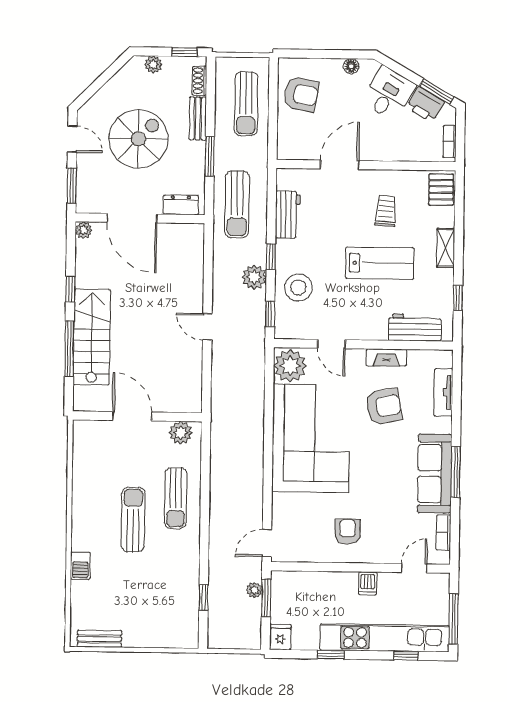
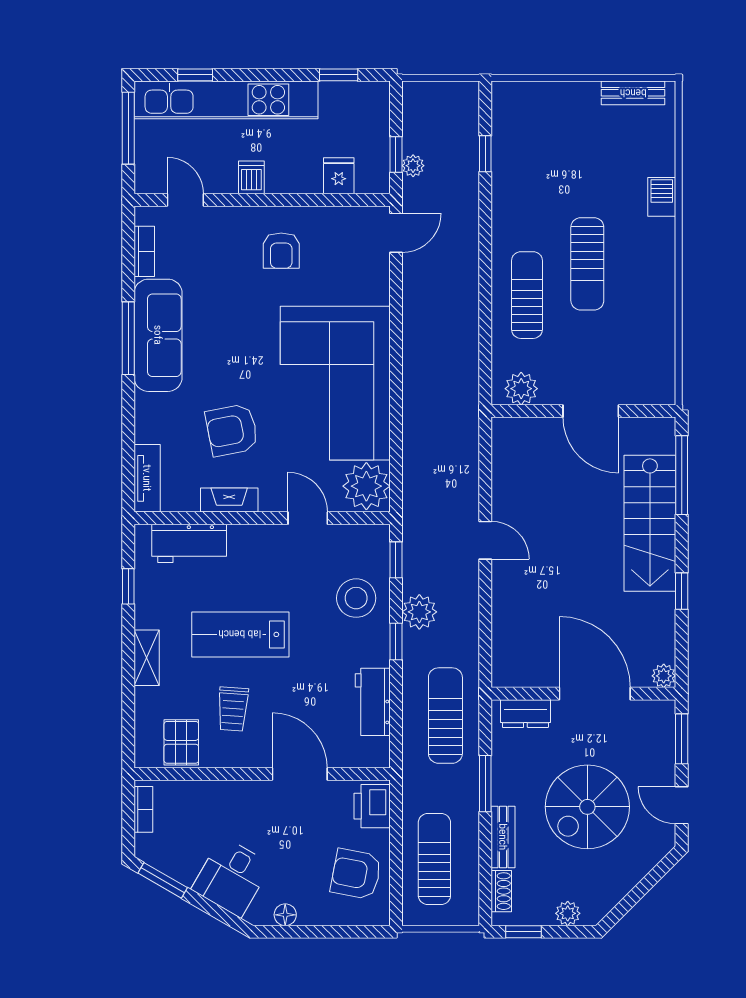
printer: (425, 104) -> (372, 806), moved, turned -120
door: (340, 165) -> (300, 774), swing flipped
pallet: (441, 190) -> (181, 742), moved
window: (69, 349) -> (682, 475), moved
tv unit: (443, 392) -> (147, 478), moved
door: (414, 568) -> (185, 200), swing flipped
window: (266, 598) -> (396, 155), width x0.67
fridge: (280, 637) -> (339, 176), moved, turned 180
window: (331, 655) -> (339, 75), moved

